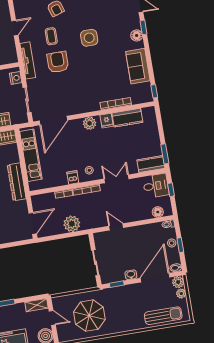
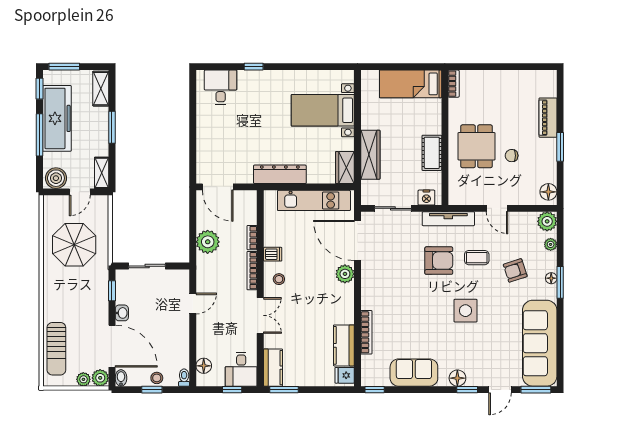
fridge: (107, 121) -> (345, 375), moved
plant: (90, 123) -> (345, 274), moved

